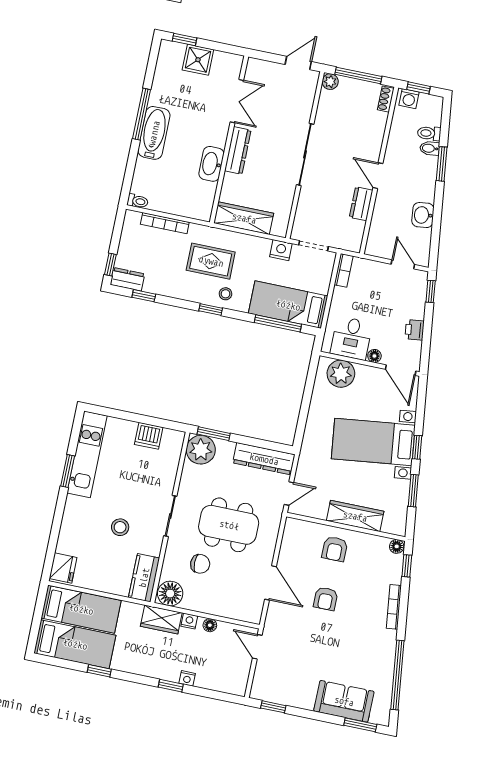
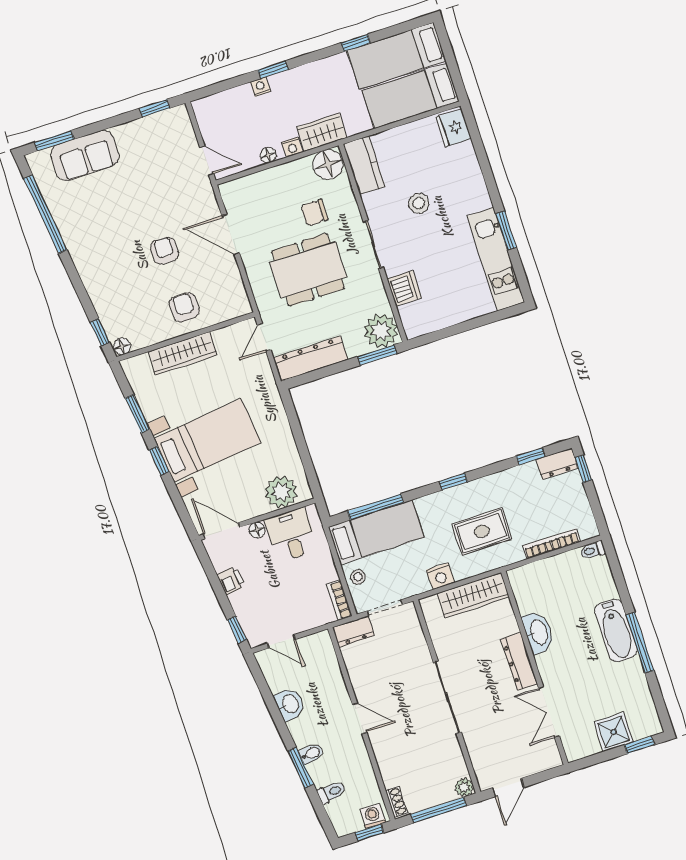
bidet: (430, 148) -> (311, 753), moved
dresser: (361, 204) -> (353, 631), moved, turned 90
nightstand: (281, 250) -> (440, 576), moved
stool: (226, 294) -> (358, 577), moved
dishwasher: (149, 436) -> (404, 288), moved, turned 90
bookcase: (394, 607) -> (89, 282), removed

